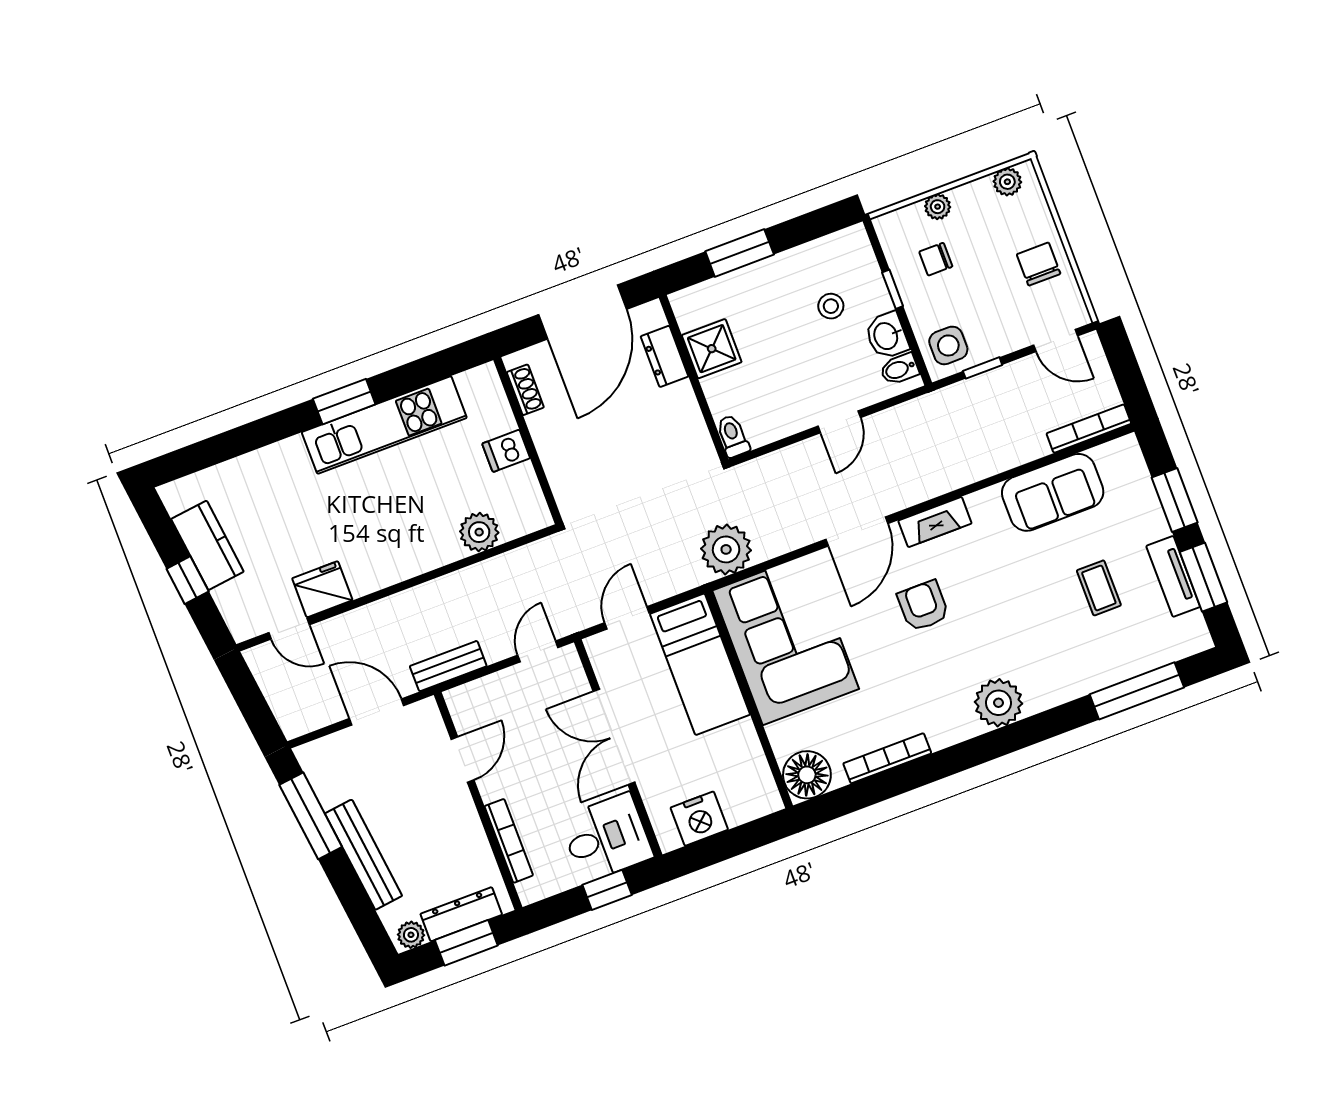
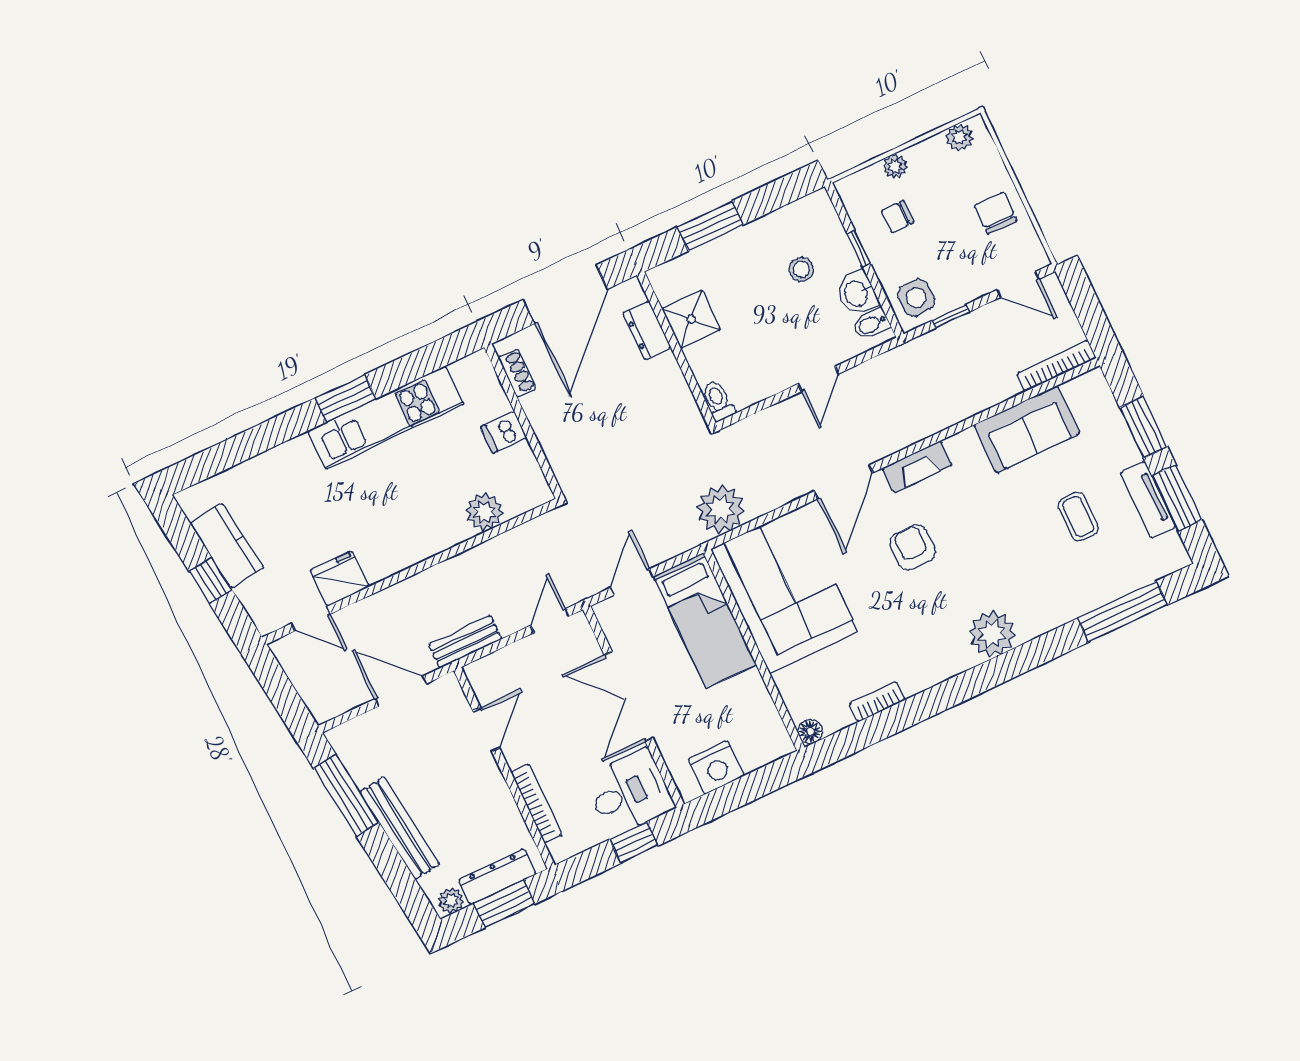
bookcase: (887, 758) -> (877, 702), width x0.64
floor lamp: (807, 775) -> (810, 732), width x0.53, depth x0.53

